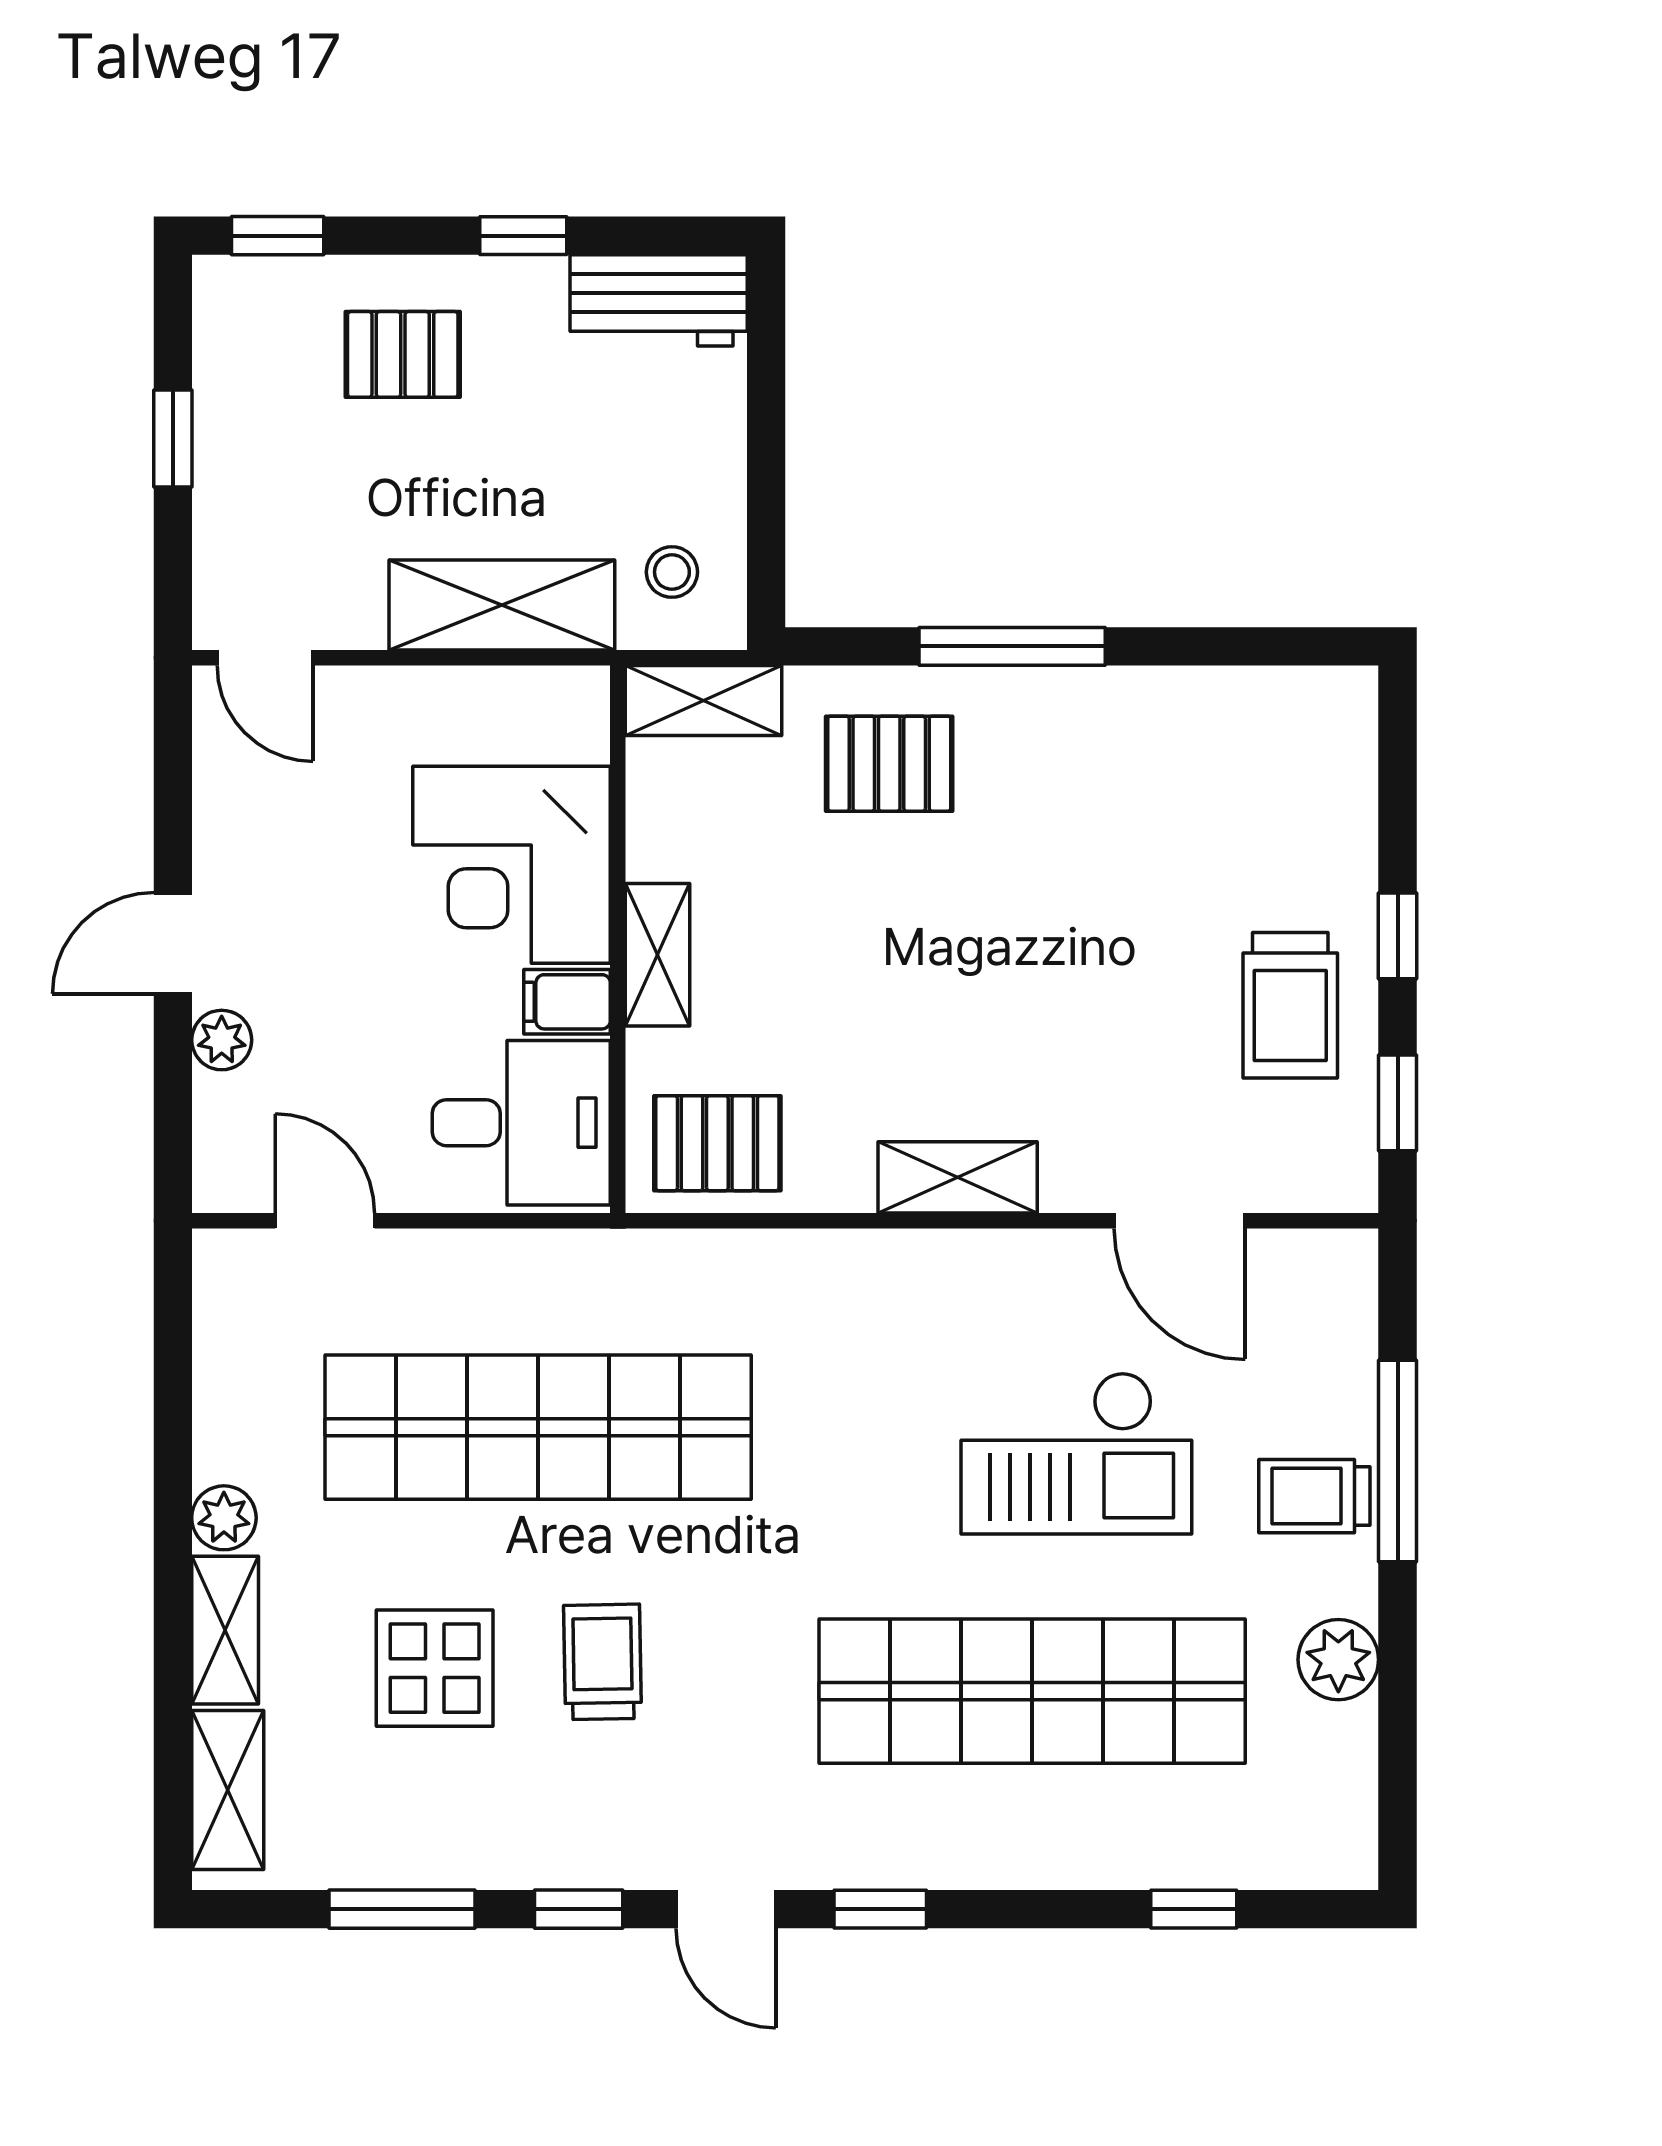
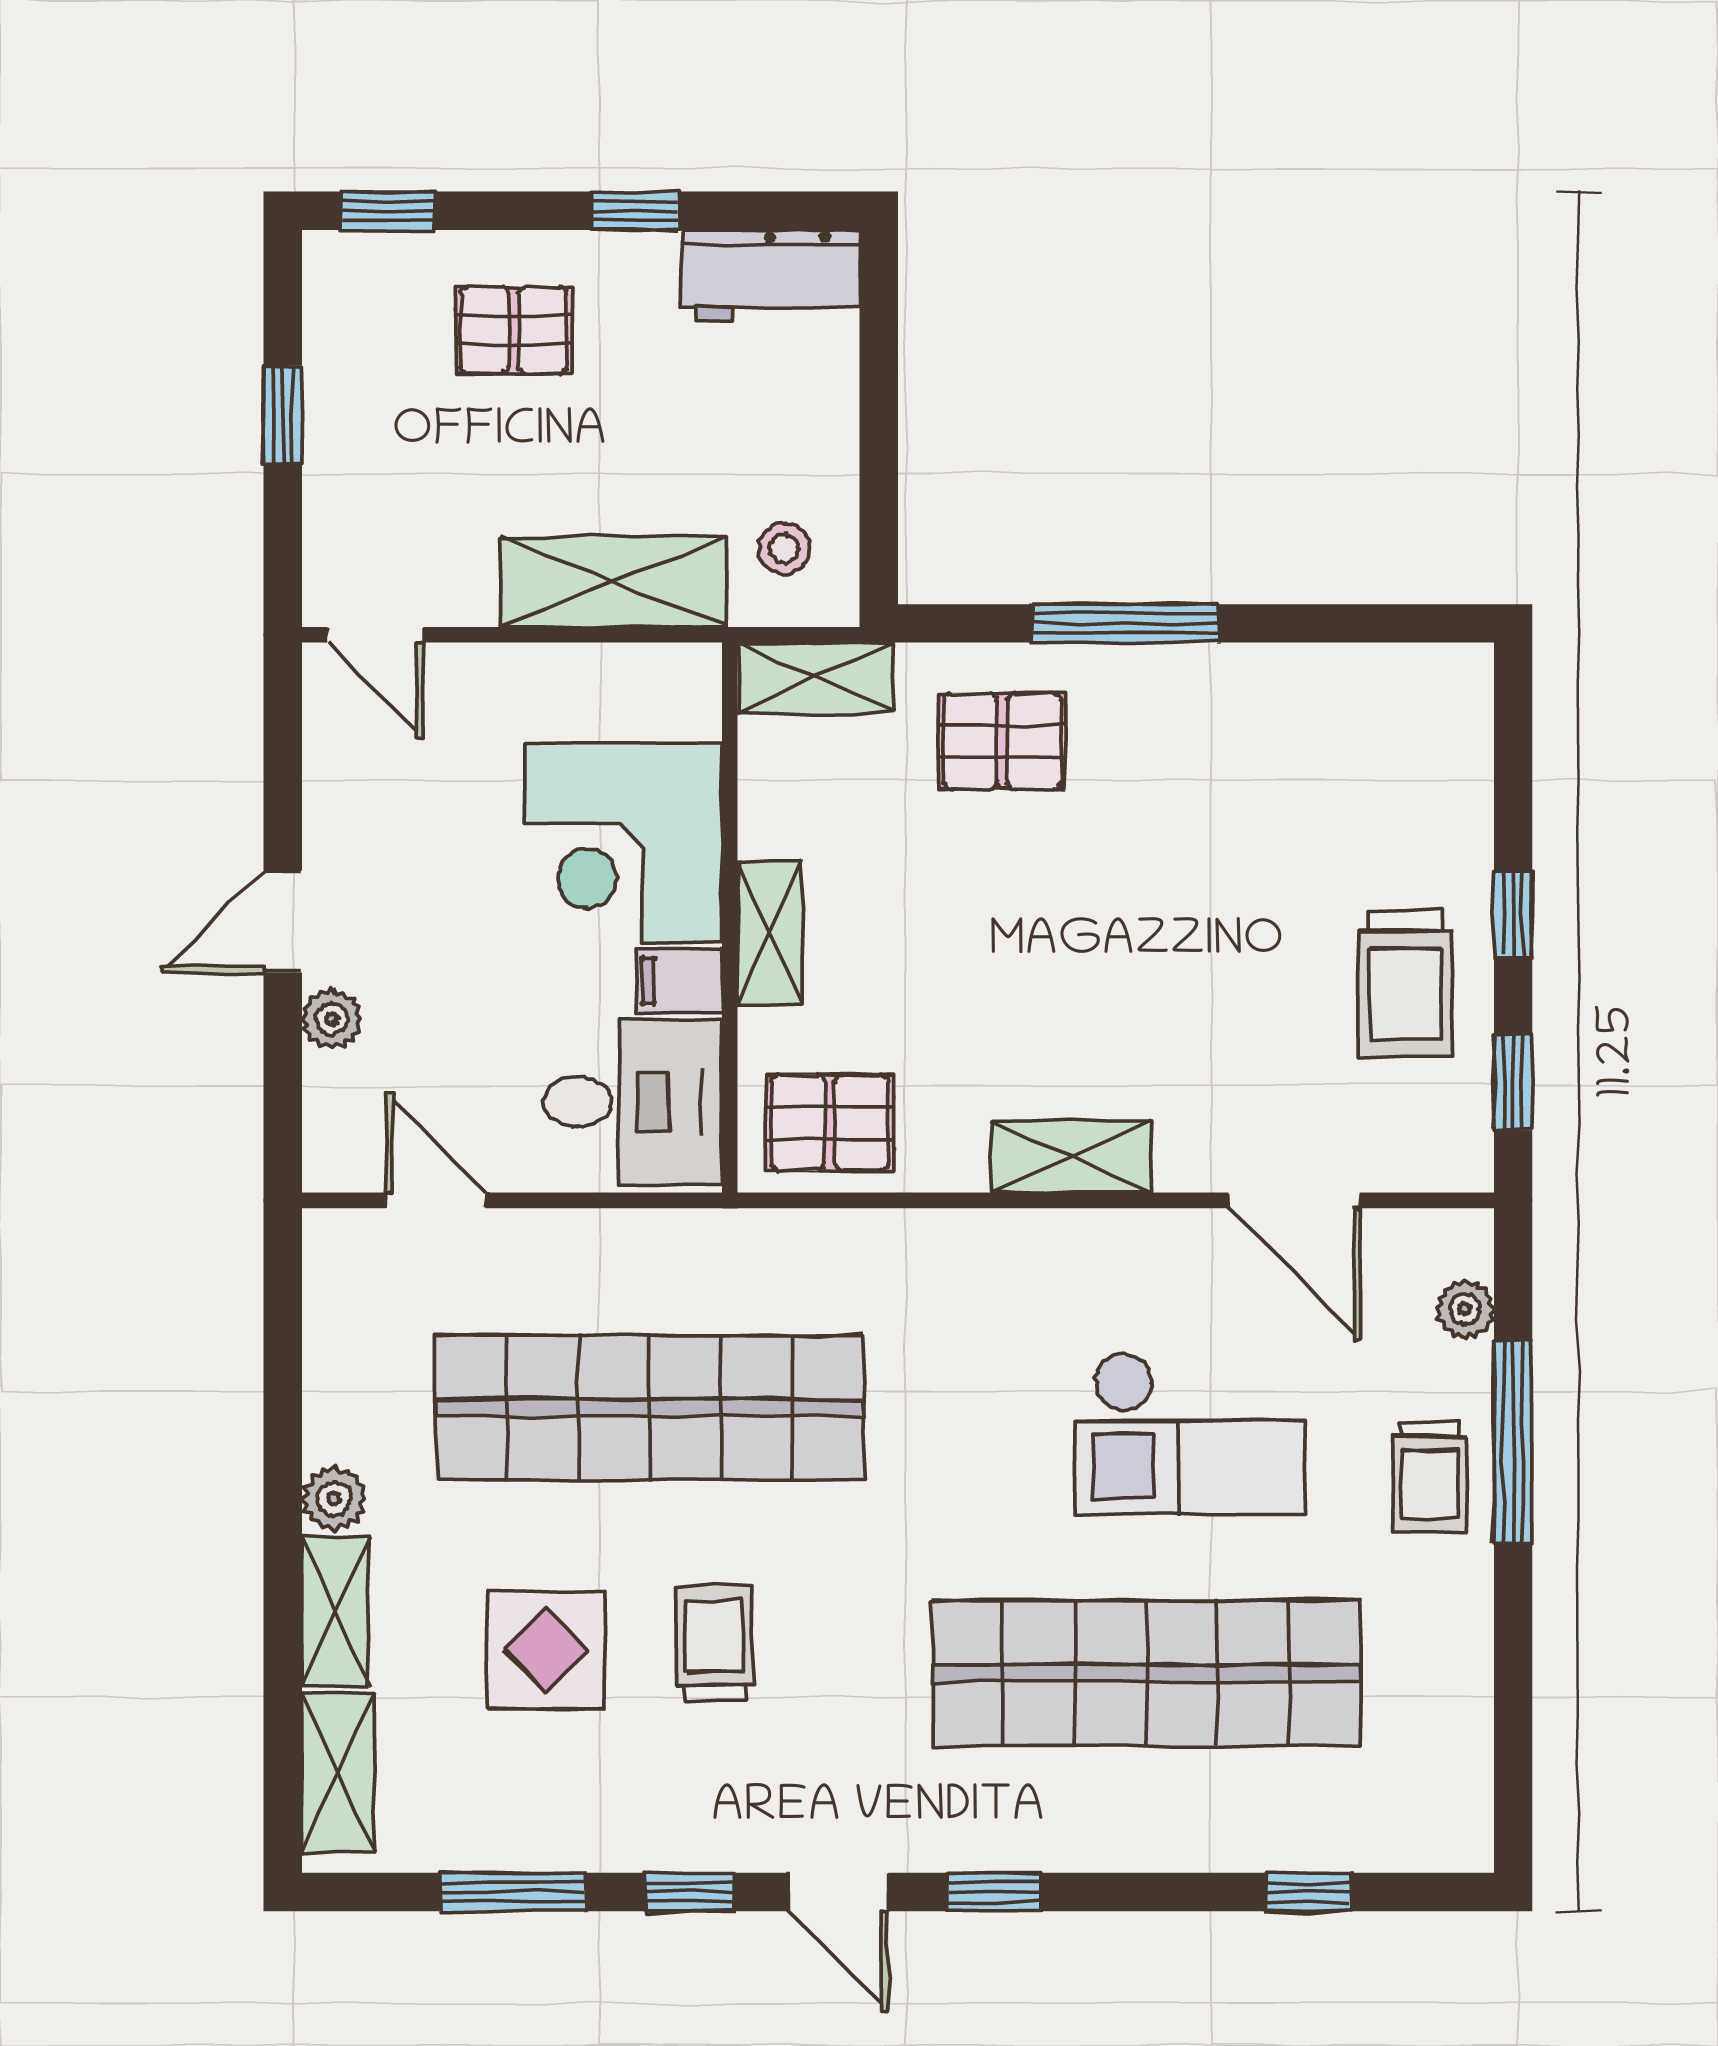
trolley: (1314, 1496) -> (1430, 1477), turned -90
plant: (1338, 1660) -> (1465, 1309), moved, width x0.73, depth x0.73

